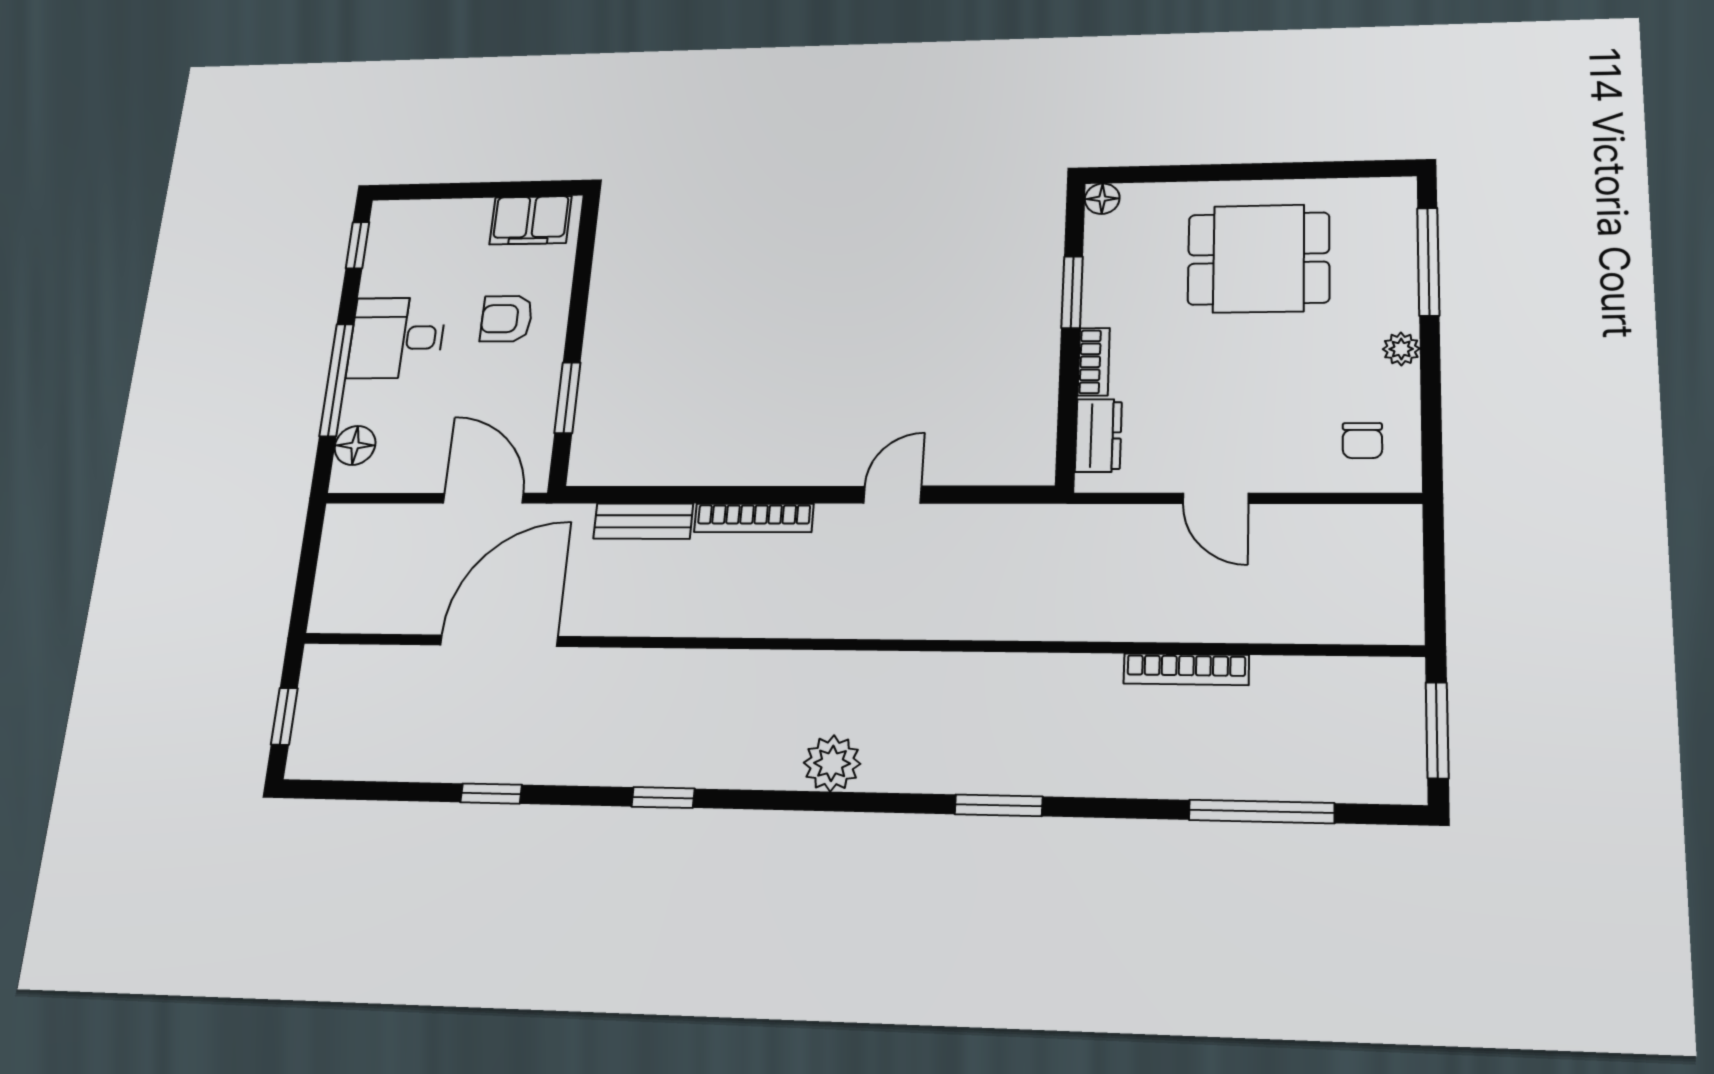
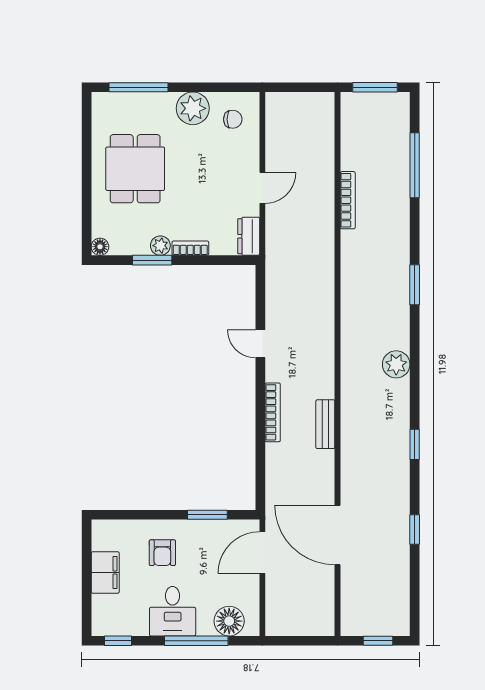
filing cabinet: (531, 220) -> (105, 572), moved
plant: (1101, 307) -> (160, 246), added
plant: (1401, 349) -> (193, 108), width x1.87, depth x1.87
dresser: (1098, 436) -> (249, 236), moved, turned -90
floor lamp: (355, 445) -> (229, 621), width x1.38, depth x1.38
bench: (643, 521) -> (325, 424), moved

